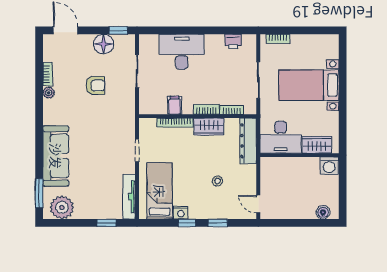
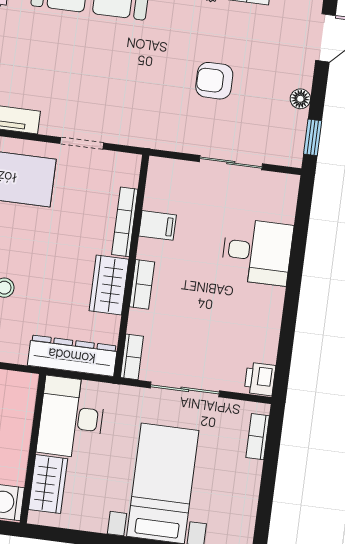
printer: (233, 41) -> (260, 379), moved
floor lamp: (104, 44) -> (300, 99), width x0.53, depth x0.53
desk: (182, 52) -> (257, 252), width x0.73
armchair: (95, 85) -> (214, 81), turned 90
bookcase: (232, 110) -> (132, 357), moved

